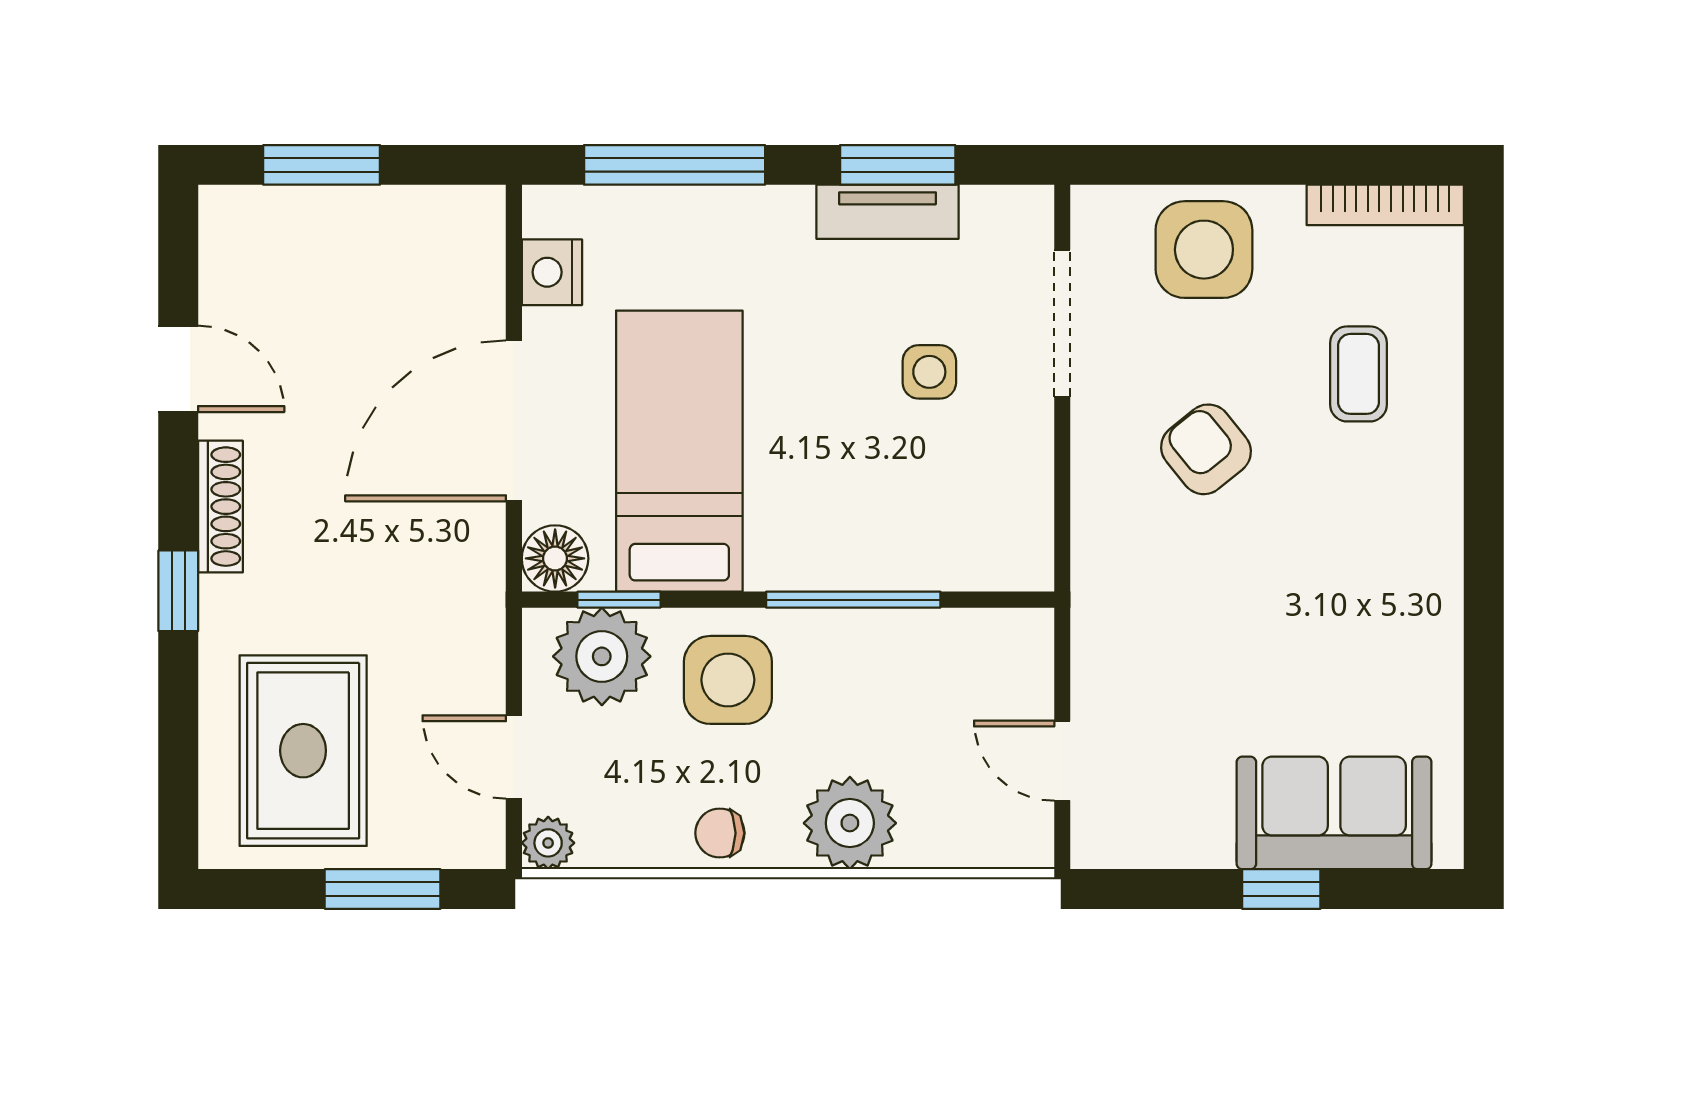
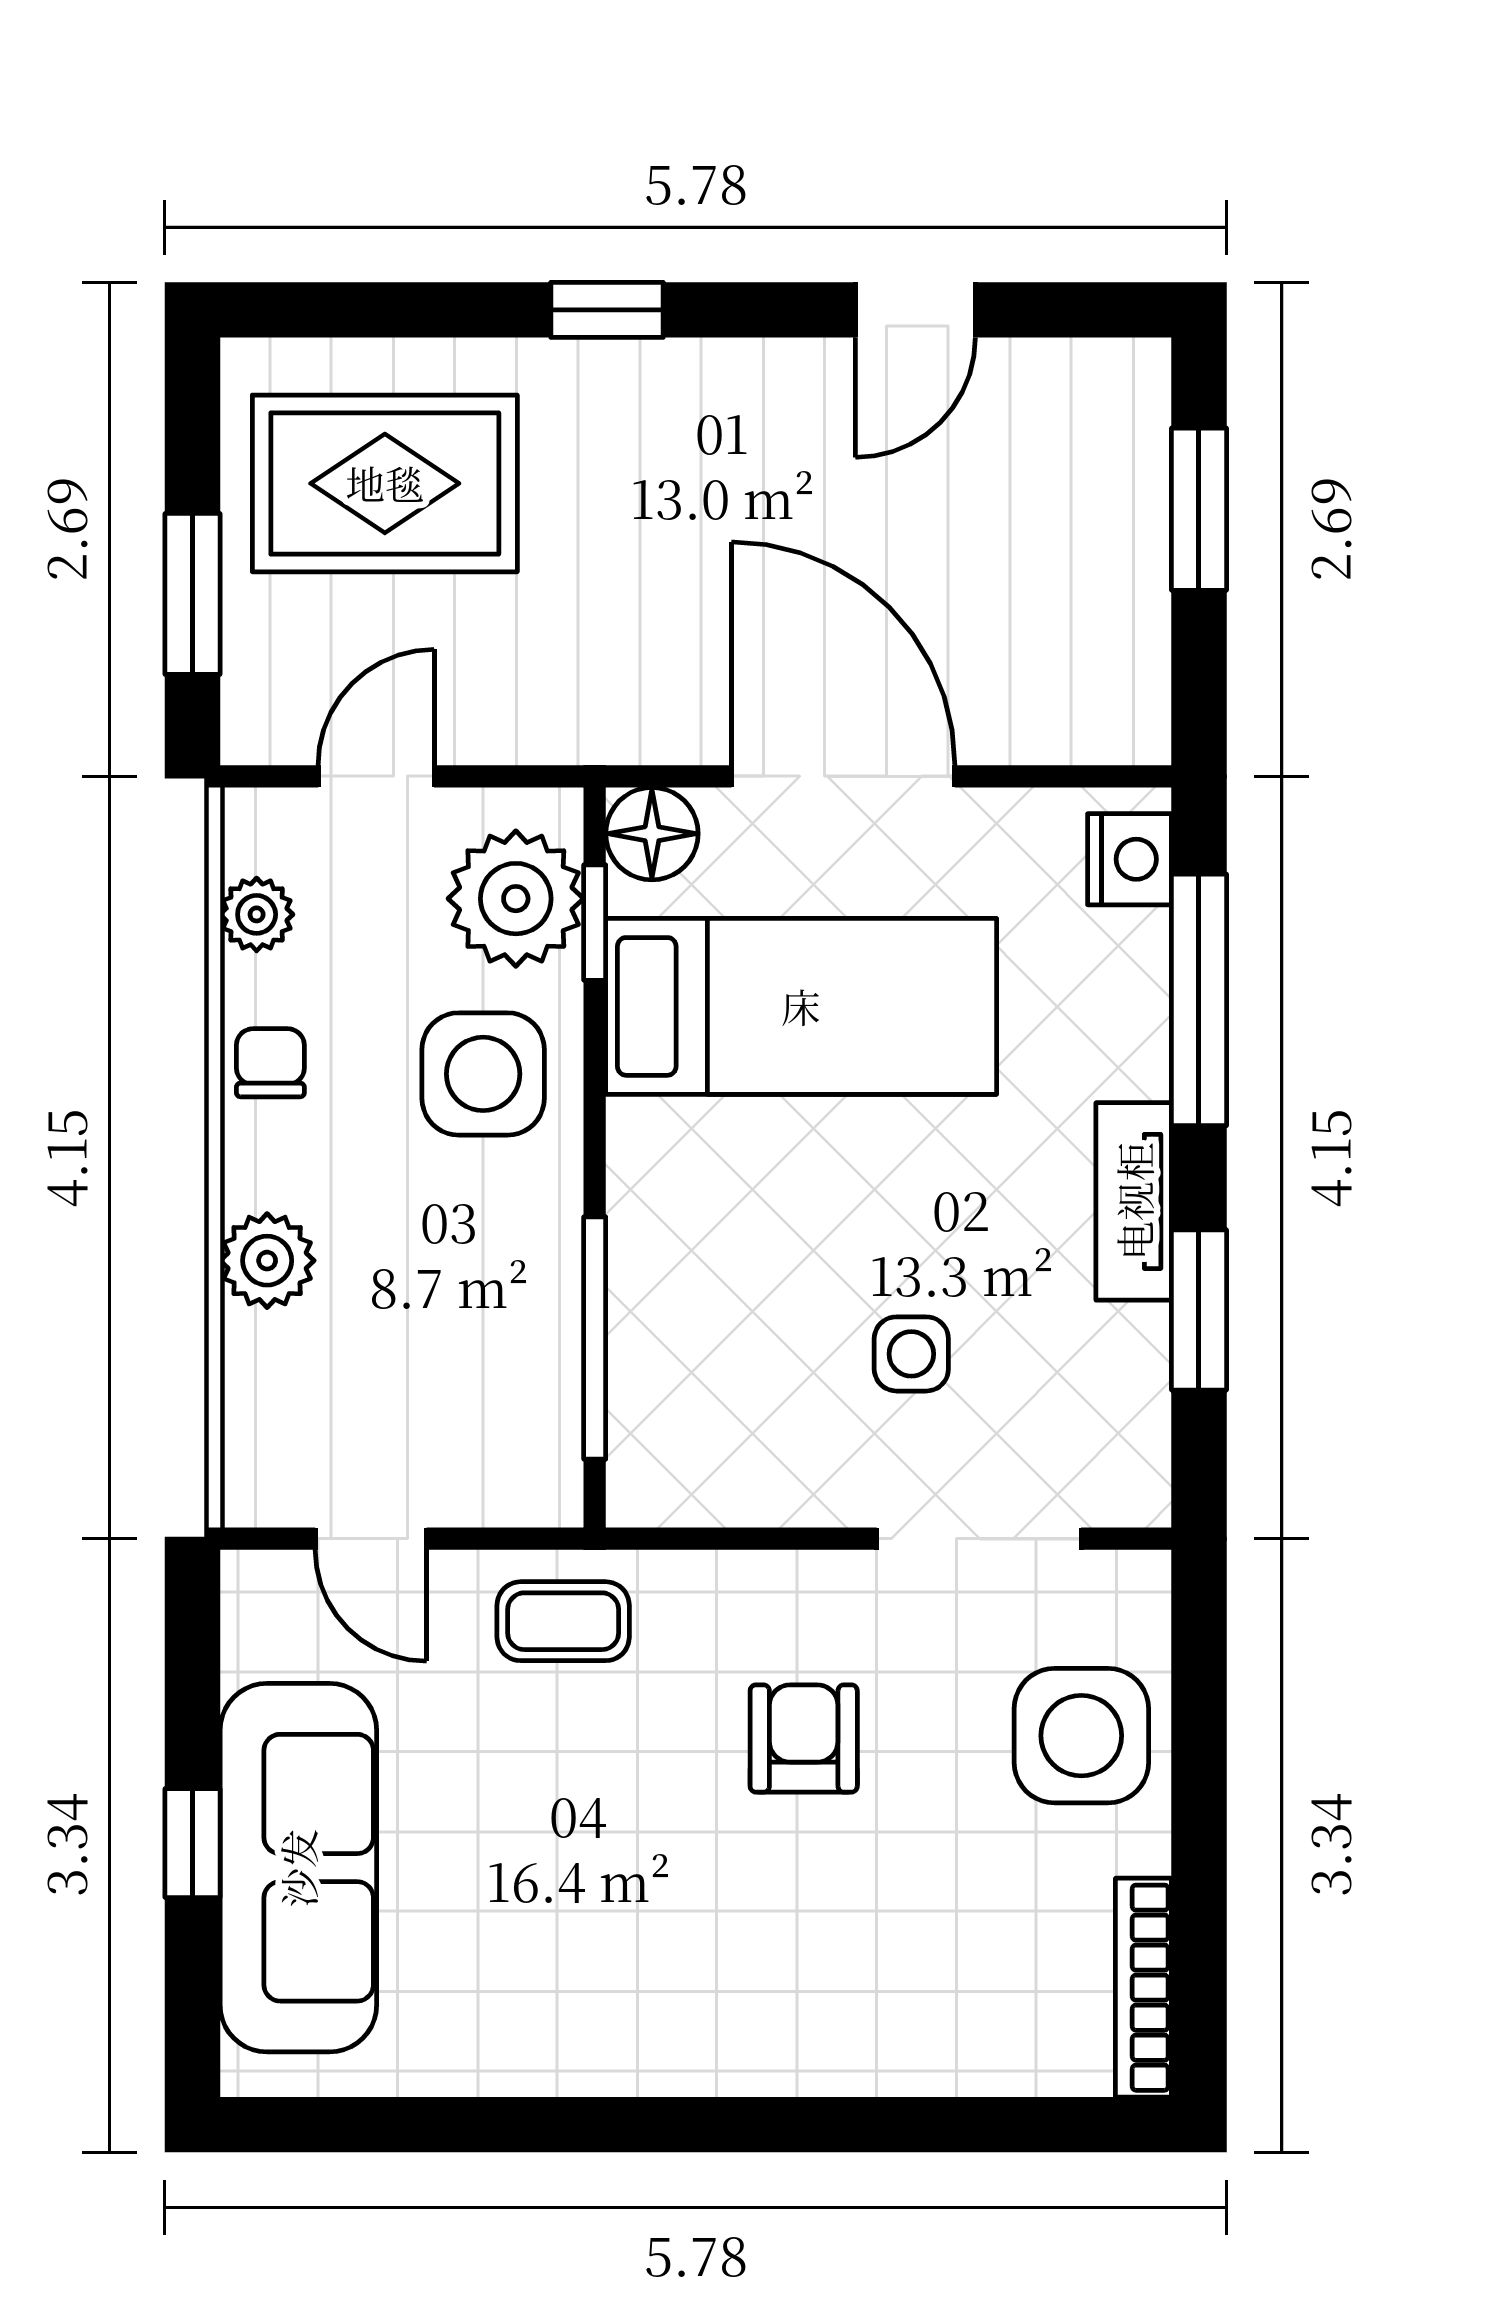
tv unit: (888, 212) -> (1134, 1201), moved
nightstand: (552, 272) -> (1130, 859), moved, turned 90
coffee table: (1359, 374) -> (563, 1621), moved
armchair: (1206, 449) -> (804, 1738), turned -51
shoe rack: (220, 507) -> (724, 369), removed
window: (853, 600) -> (595, 1338), moved
door: (1062, 761) -> (371, 1539), swing flipped
sofa: (1334, 813) -> (298, 1868), width x1.36
plant: (850, 823) -> (267, 1261), width x0.73, depth x0.73
plant: (548, 843) -> (257, 914), moved

